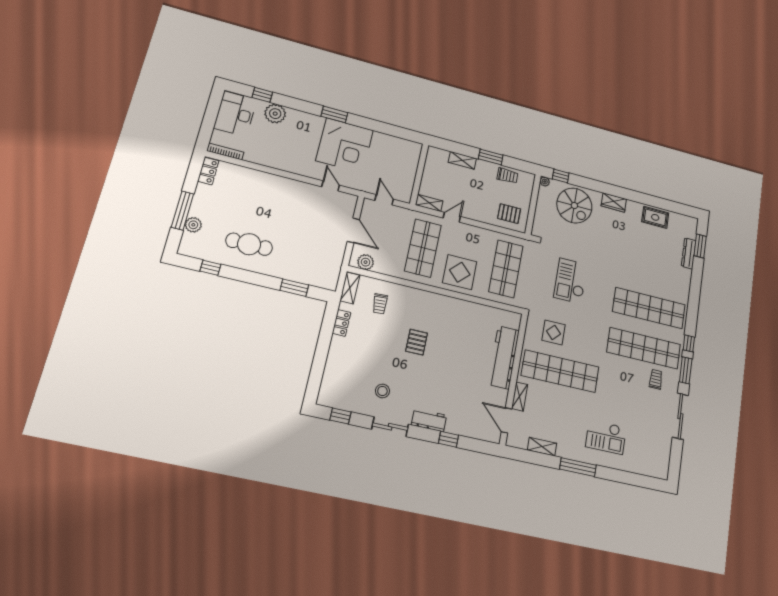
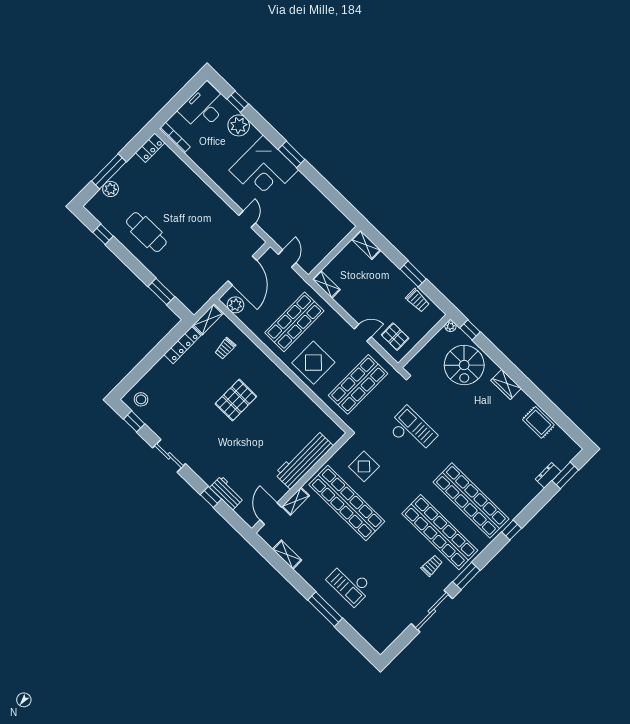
corner desk: (345, 145) -> (264, 170), moved
shelving: (462, 160) -> (366, 245), moved
door: (452, 217) -> (363, 333), moved
door: (353, 230) -> (242, 271), width x1.36
dresser: (689, 253) -> (548, 475), width x0.70
checkout: (570, 281) -> (412, 431), turned 90
locker: (341, 323) -> (182, 345), width x1.53
pallet: (417, 342) -> (236, 400), width x1.50, depth x1.42
window: (689, 343) -> (512, 530), moved
stool: (382, 391) -> (141, 399), moved
workbench: (429, 420) -> (227, 493), moved
window: (578, 467) -> (325, 609), moved

